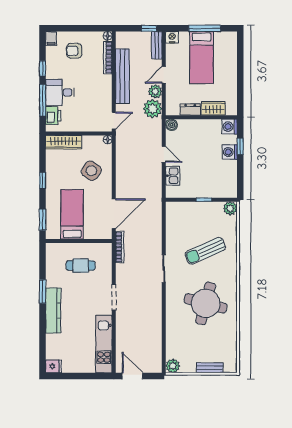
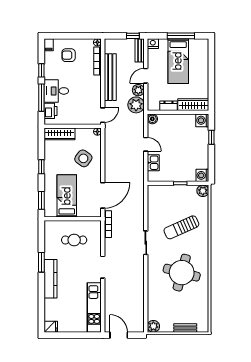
wardrobe: (213, 108) -> (193, 105), width x1.50
washing machine: (230, 152) -> (202, 175), moved

